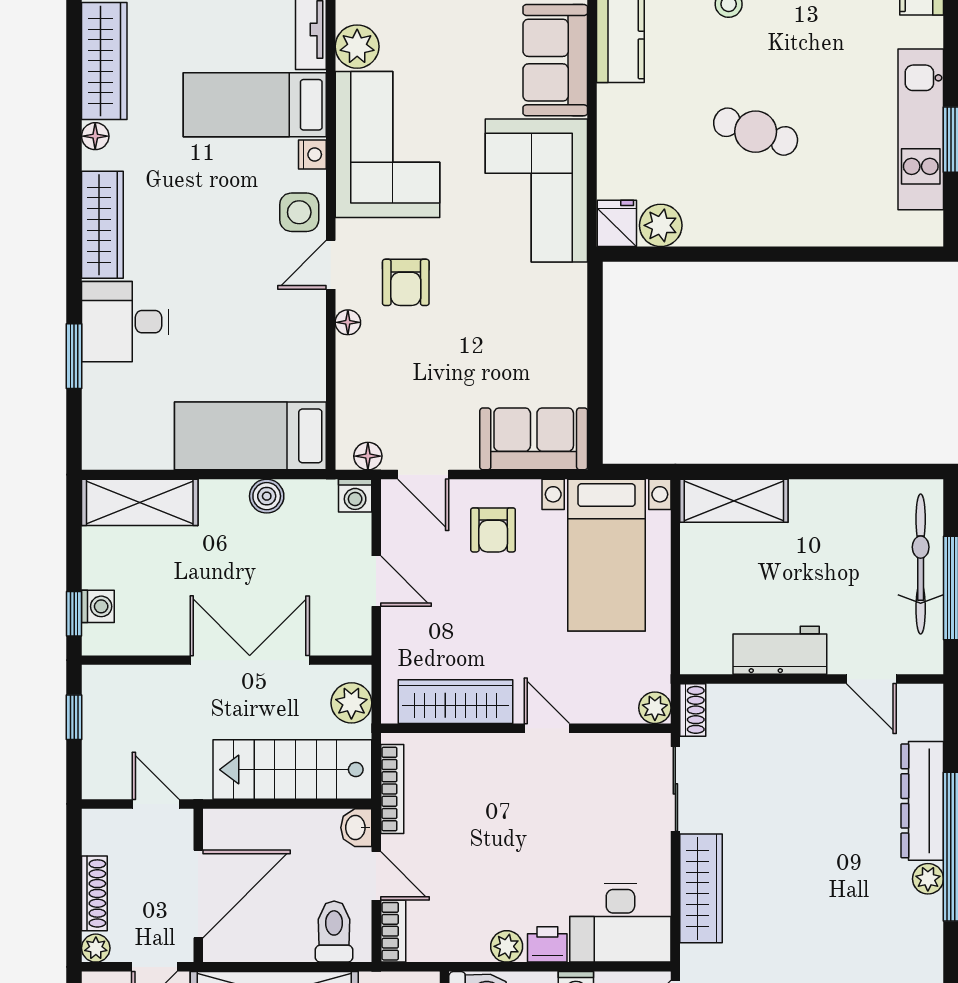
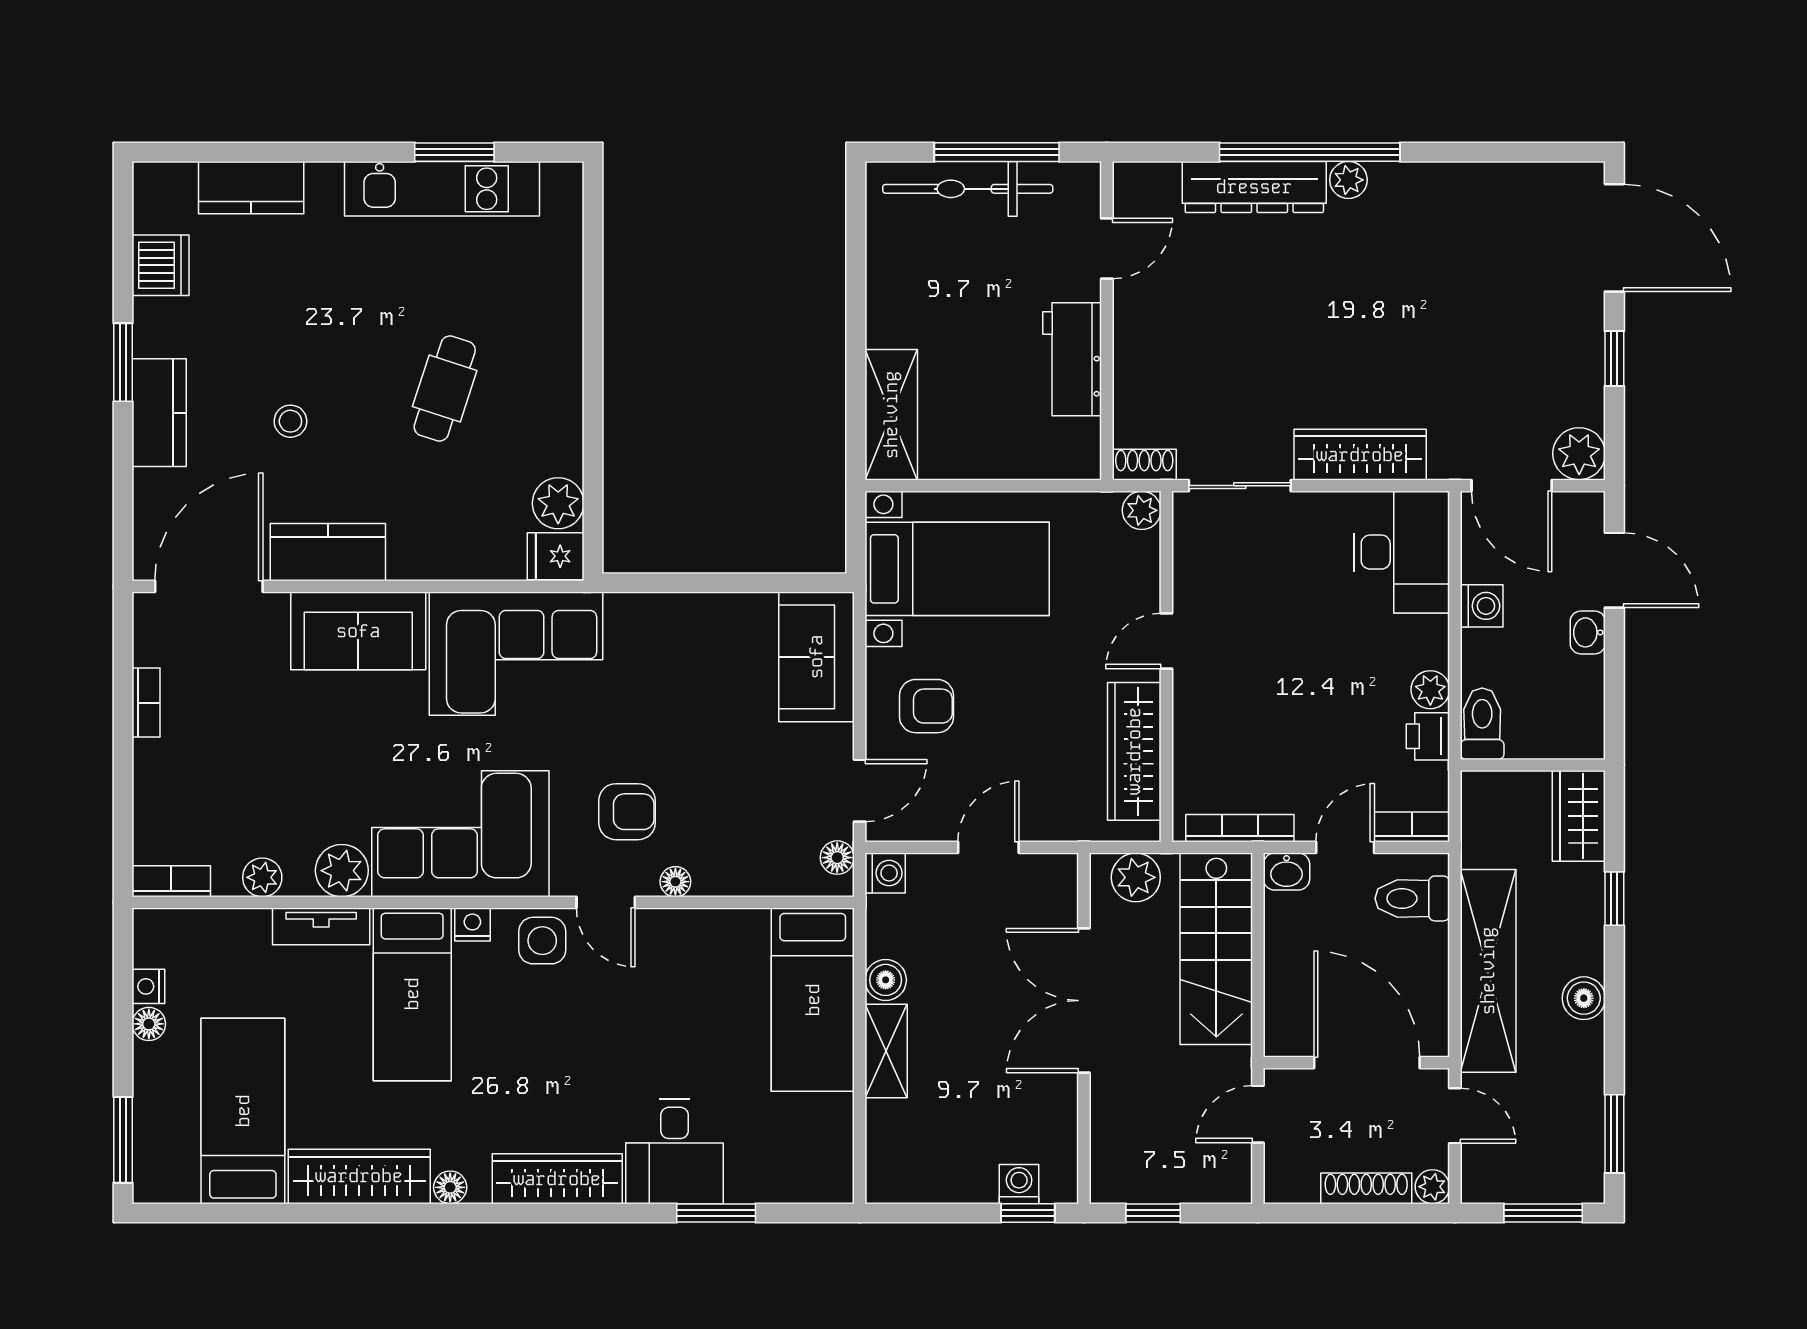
shelving: (140, 502) -> (886, 1051), moved, width x0.67, depth x0.75
printer: (547, 944) -> (1428, 736), moved

